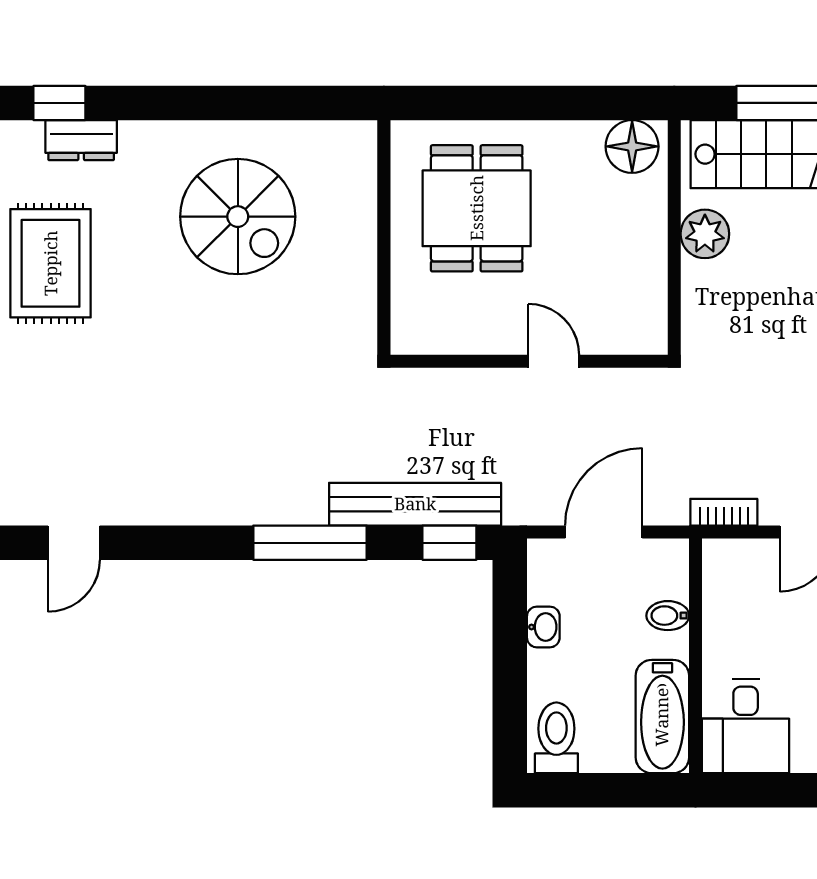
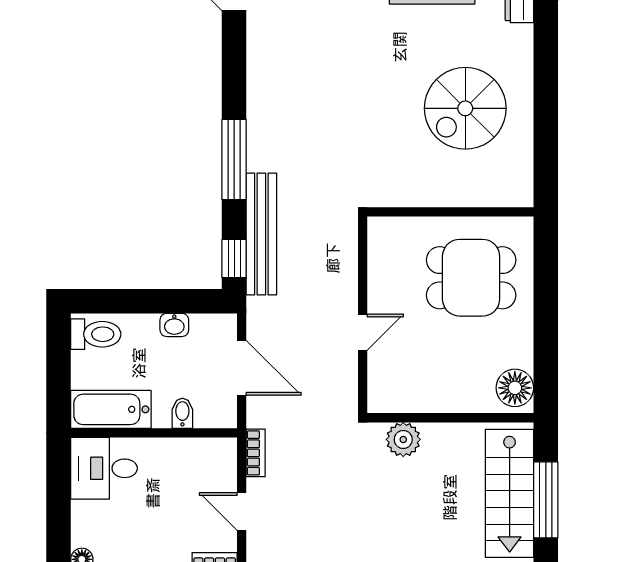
plant: (705, 234) -> (403, 439), moved

